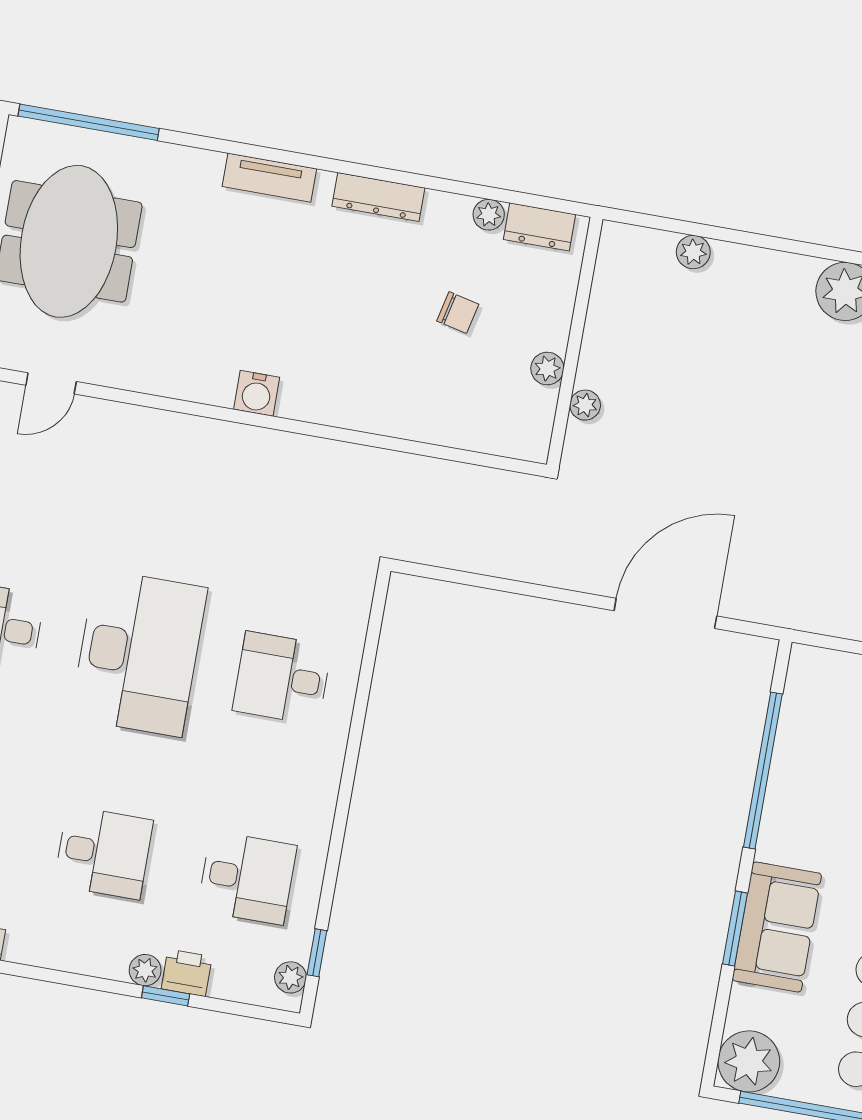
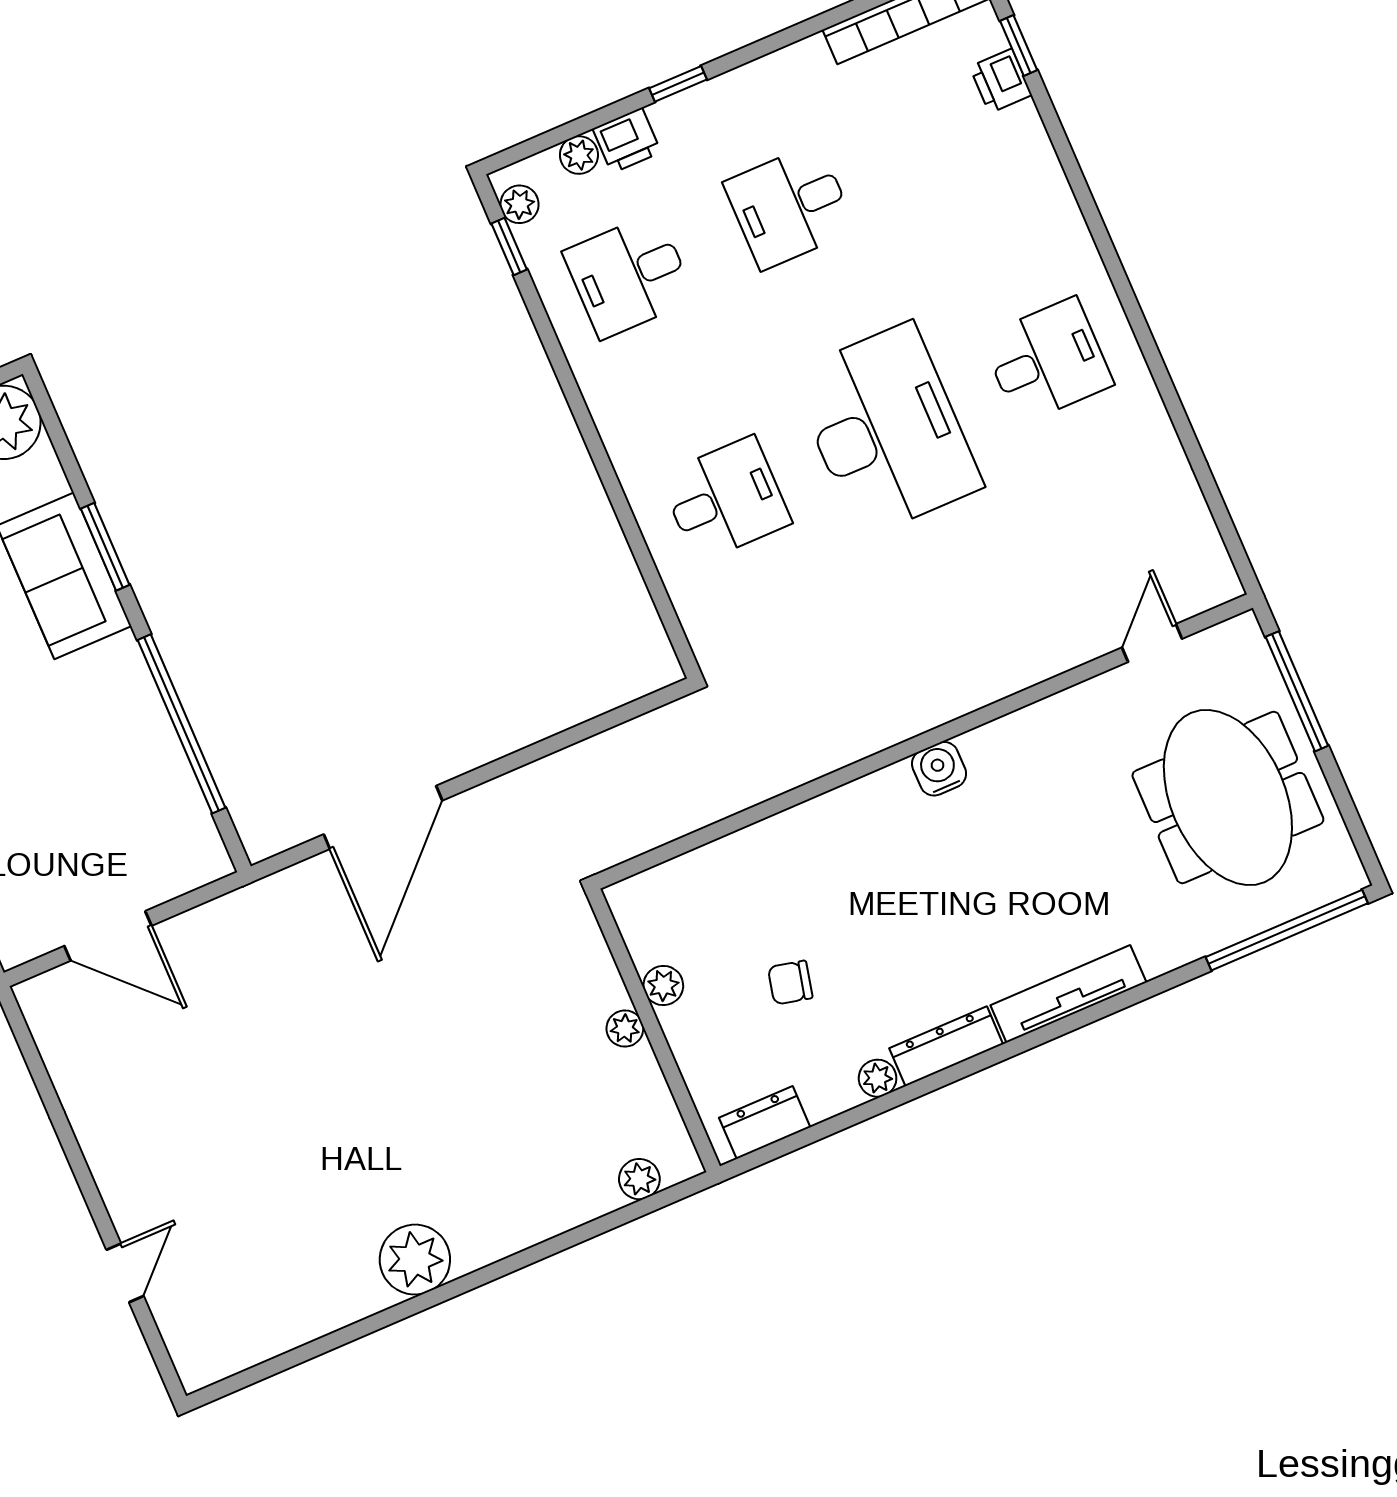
tv unit: (269, 178) -> (1068, 994), width x1.41
plant: (489, 215) -> (878, 1078), moved
plant: (693, 252) -> (639, 1179), moved
plant: (585, 405) -> (625, 1029), moved
desk: (139, 653) -> (886, 430), turned 180
plant: (145, 970) -> (579, 155), moved
window: (166, 996) -> (678, 84), moved

